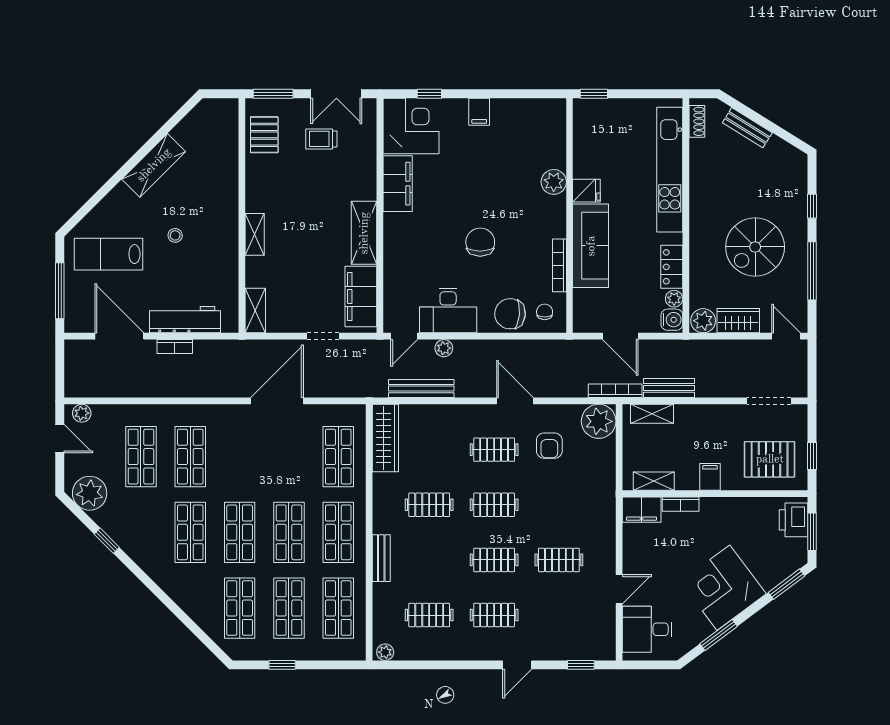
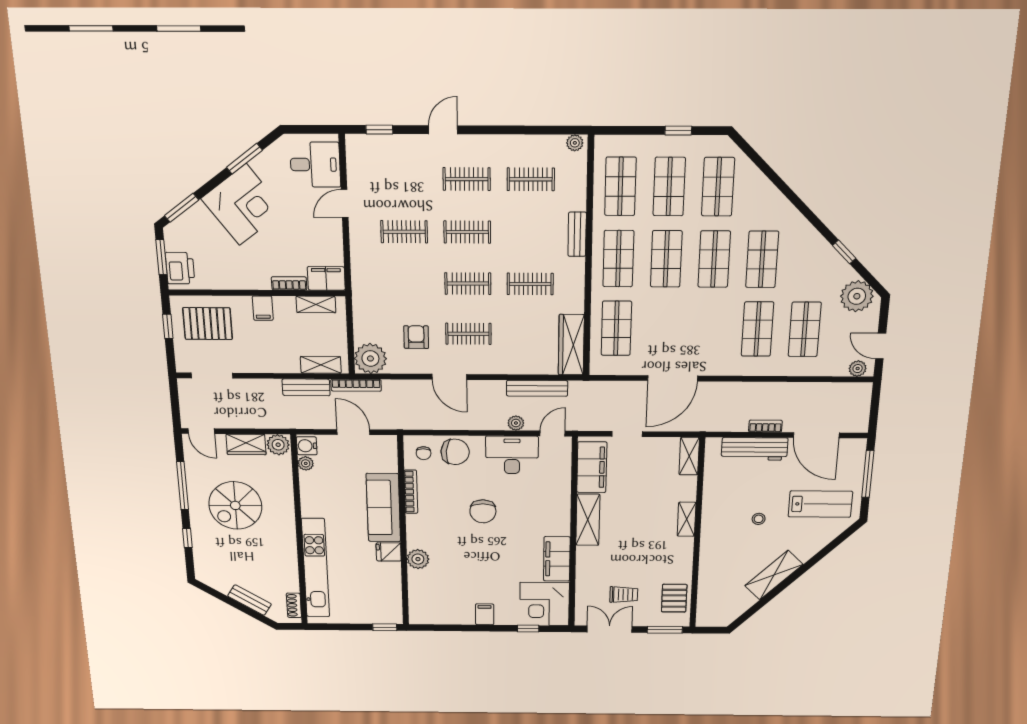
spiral stairs: (755, 247) -> (235, 505), turned 180
locker: (672, 267) -> (309, 490), removed

